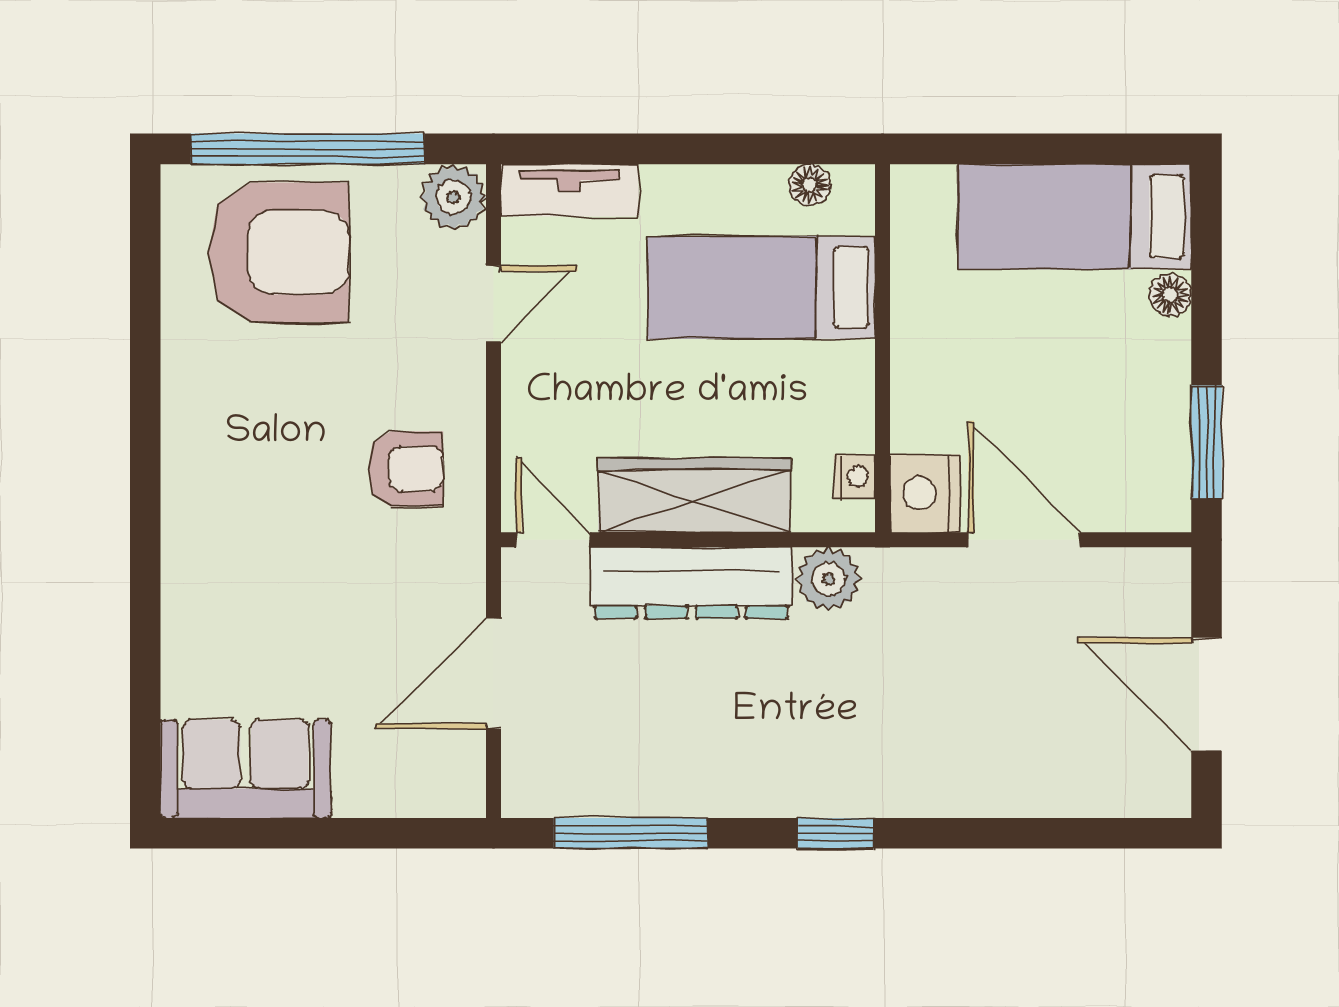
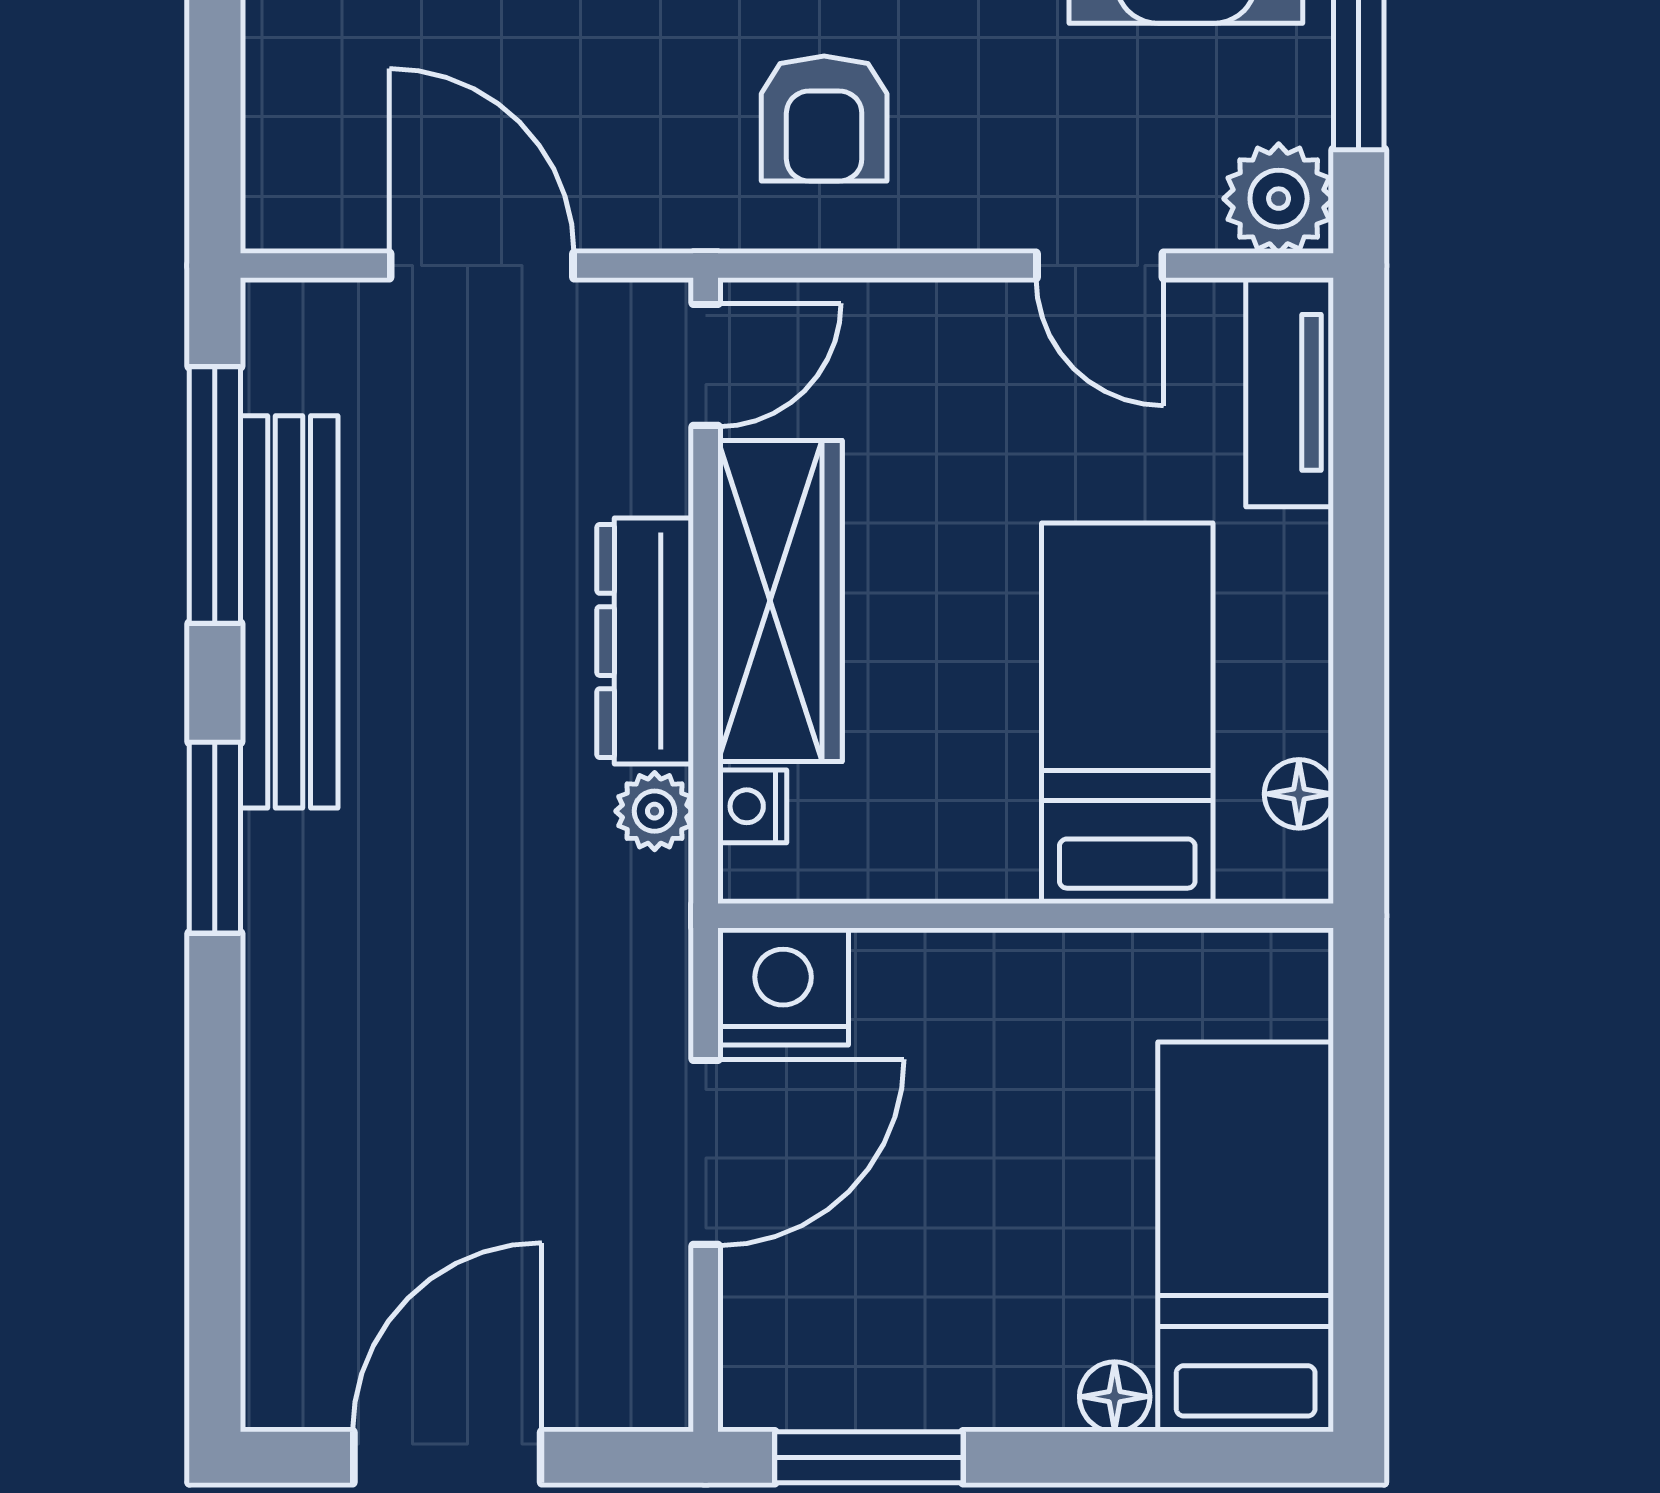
nightstand: (855, 476) -> (752, 806), moved, turned 90
plant: (829, 579) -> (655, 811), width x0.73, depth x0.73
dresser: (691, 583) -> (645, 641), width x0.73, depth x0.80
bench: (701, 789) -> (289, 612), added
window: (836, 833) -> (215, 838), width x1.50

